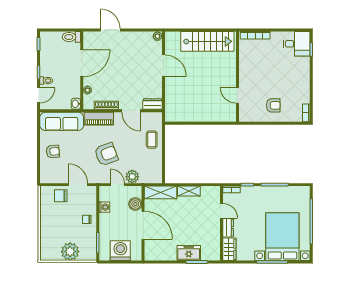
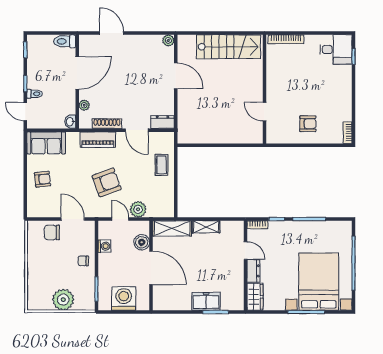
door: (39, 95) -> (25, 112), swing flipped
sofa: (62, 121) -> (46, 143), width x0.73

